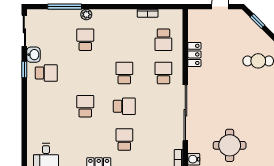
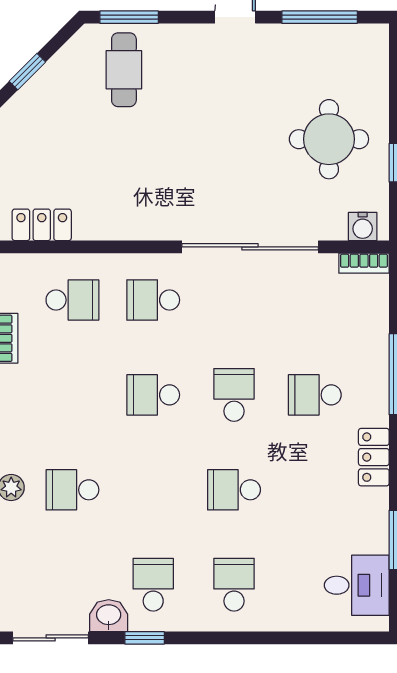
locker: (194, 54) -> (42, 225), moved
school desk: (46, 106) -> (234, 585), added

